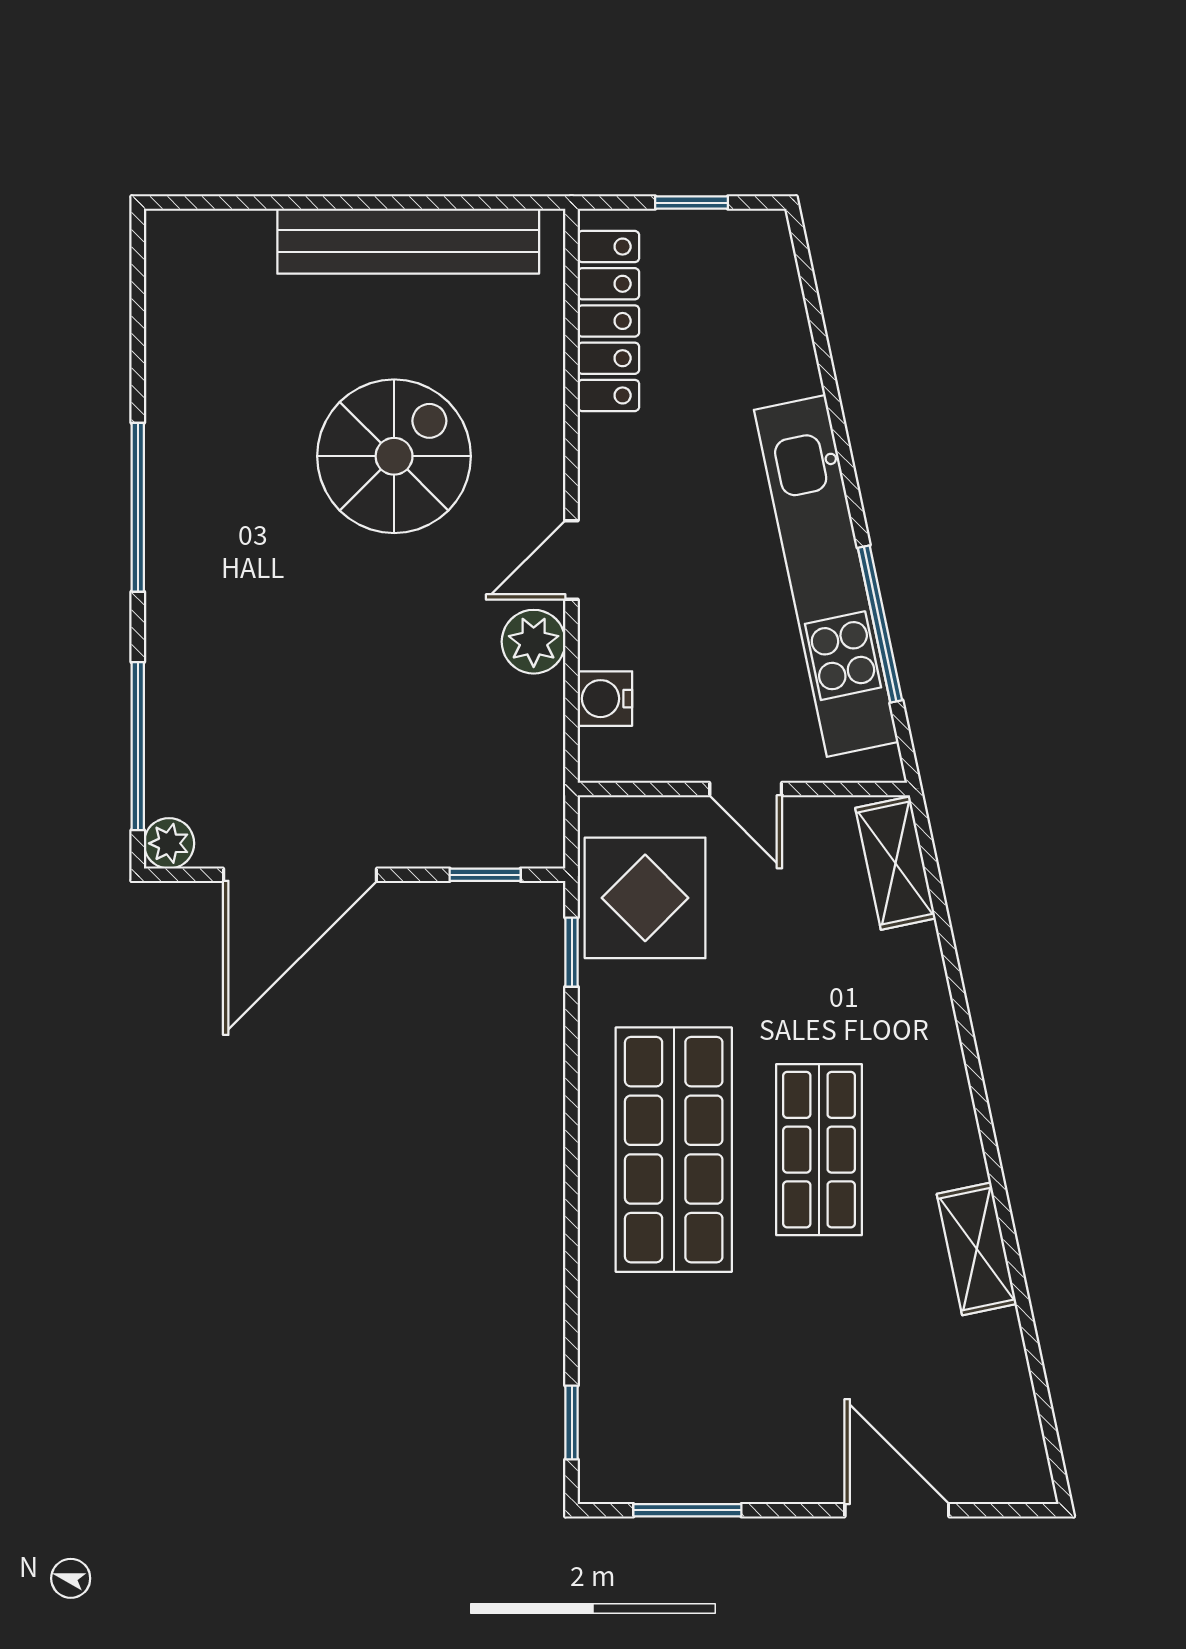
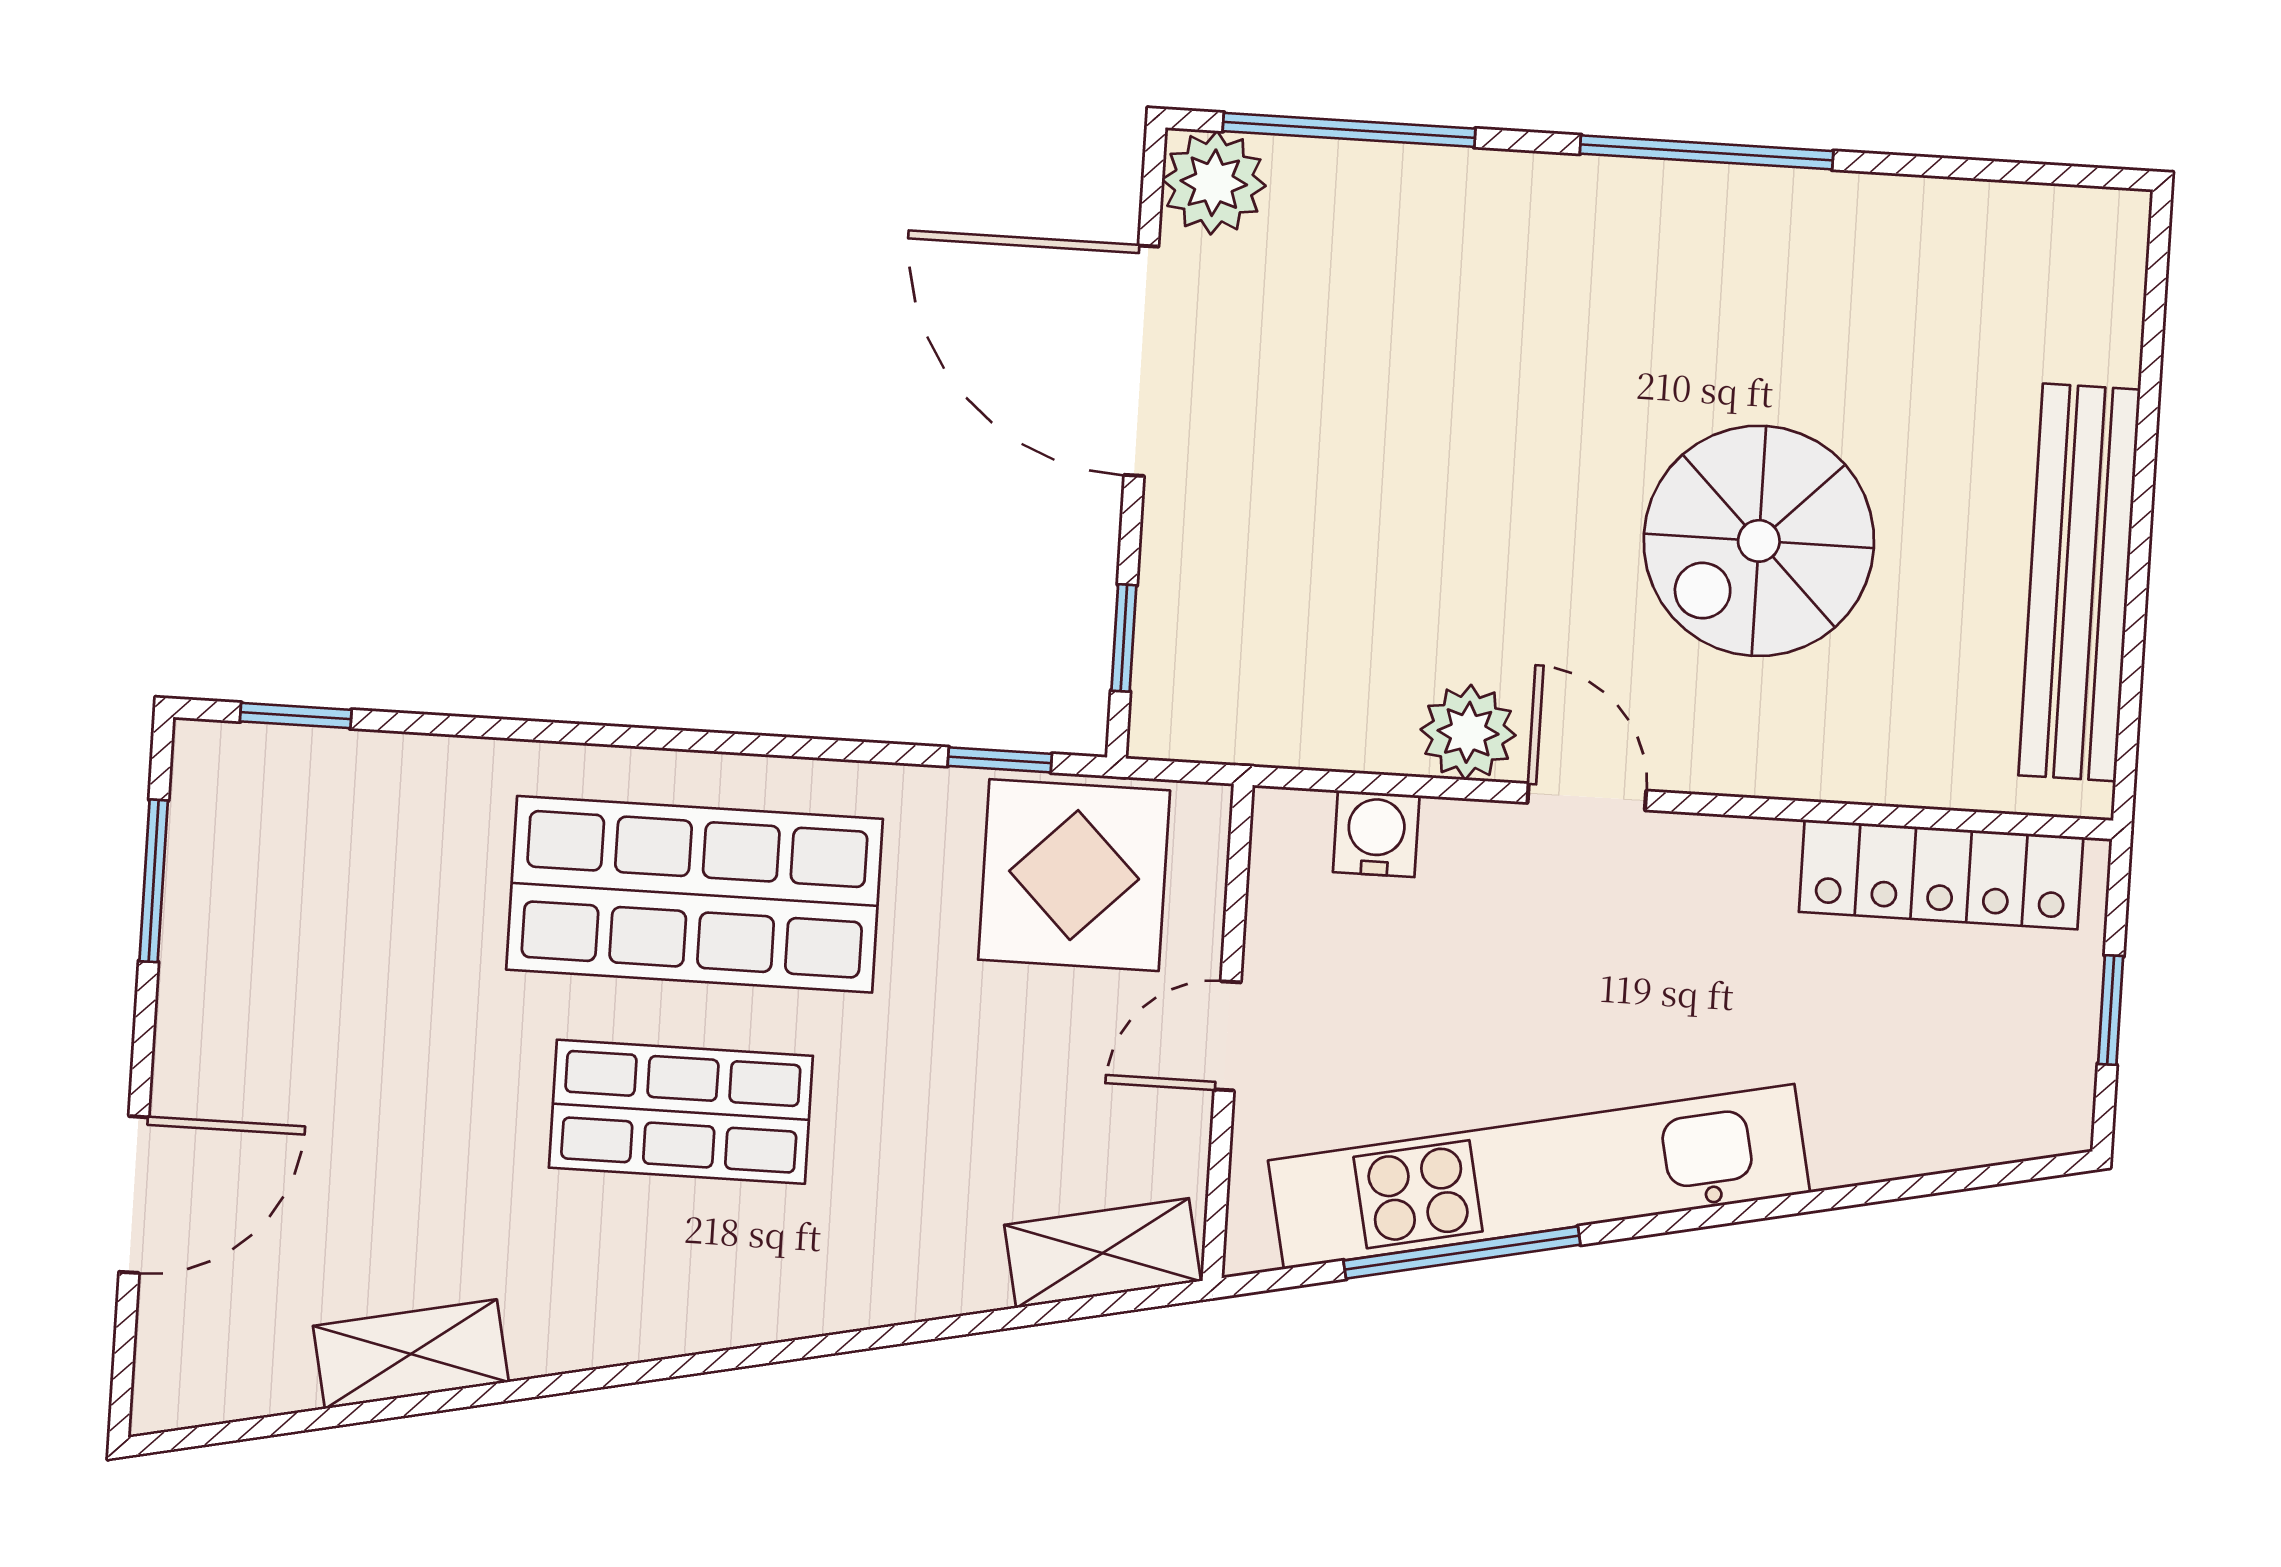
spiral stairs: (394, 456) -> (1759, 541), turned 90
plant: (169, 843) -> (1214, 183), width x1.38, depth x1.38
shelving: (977, 1249) -> (411, 1354), moved

